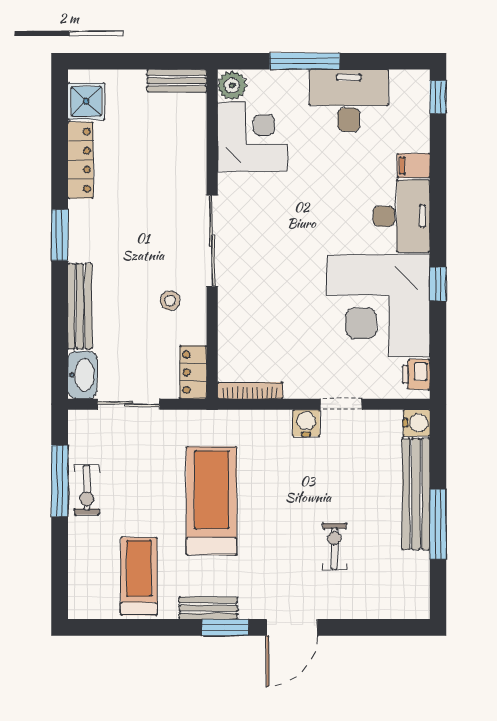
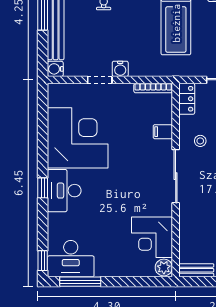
window: (305, 61) -> (80, 282), moved
desk: (349, 100) -> (71, 259), moved
filing cabinet: (414, 166) -> (163, 132), moved, turned 180
window: (438, 284) -> (43, 188), moved
printer: (416, 374) -> (56, 98), removed

